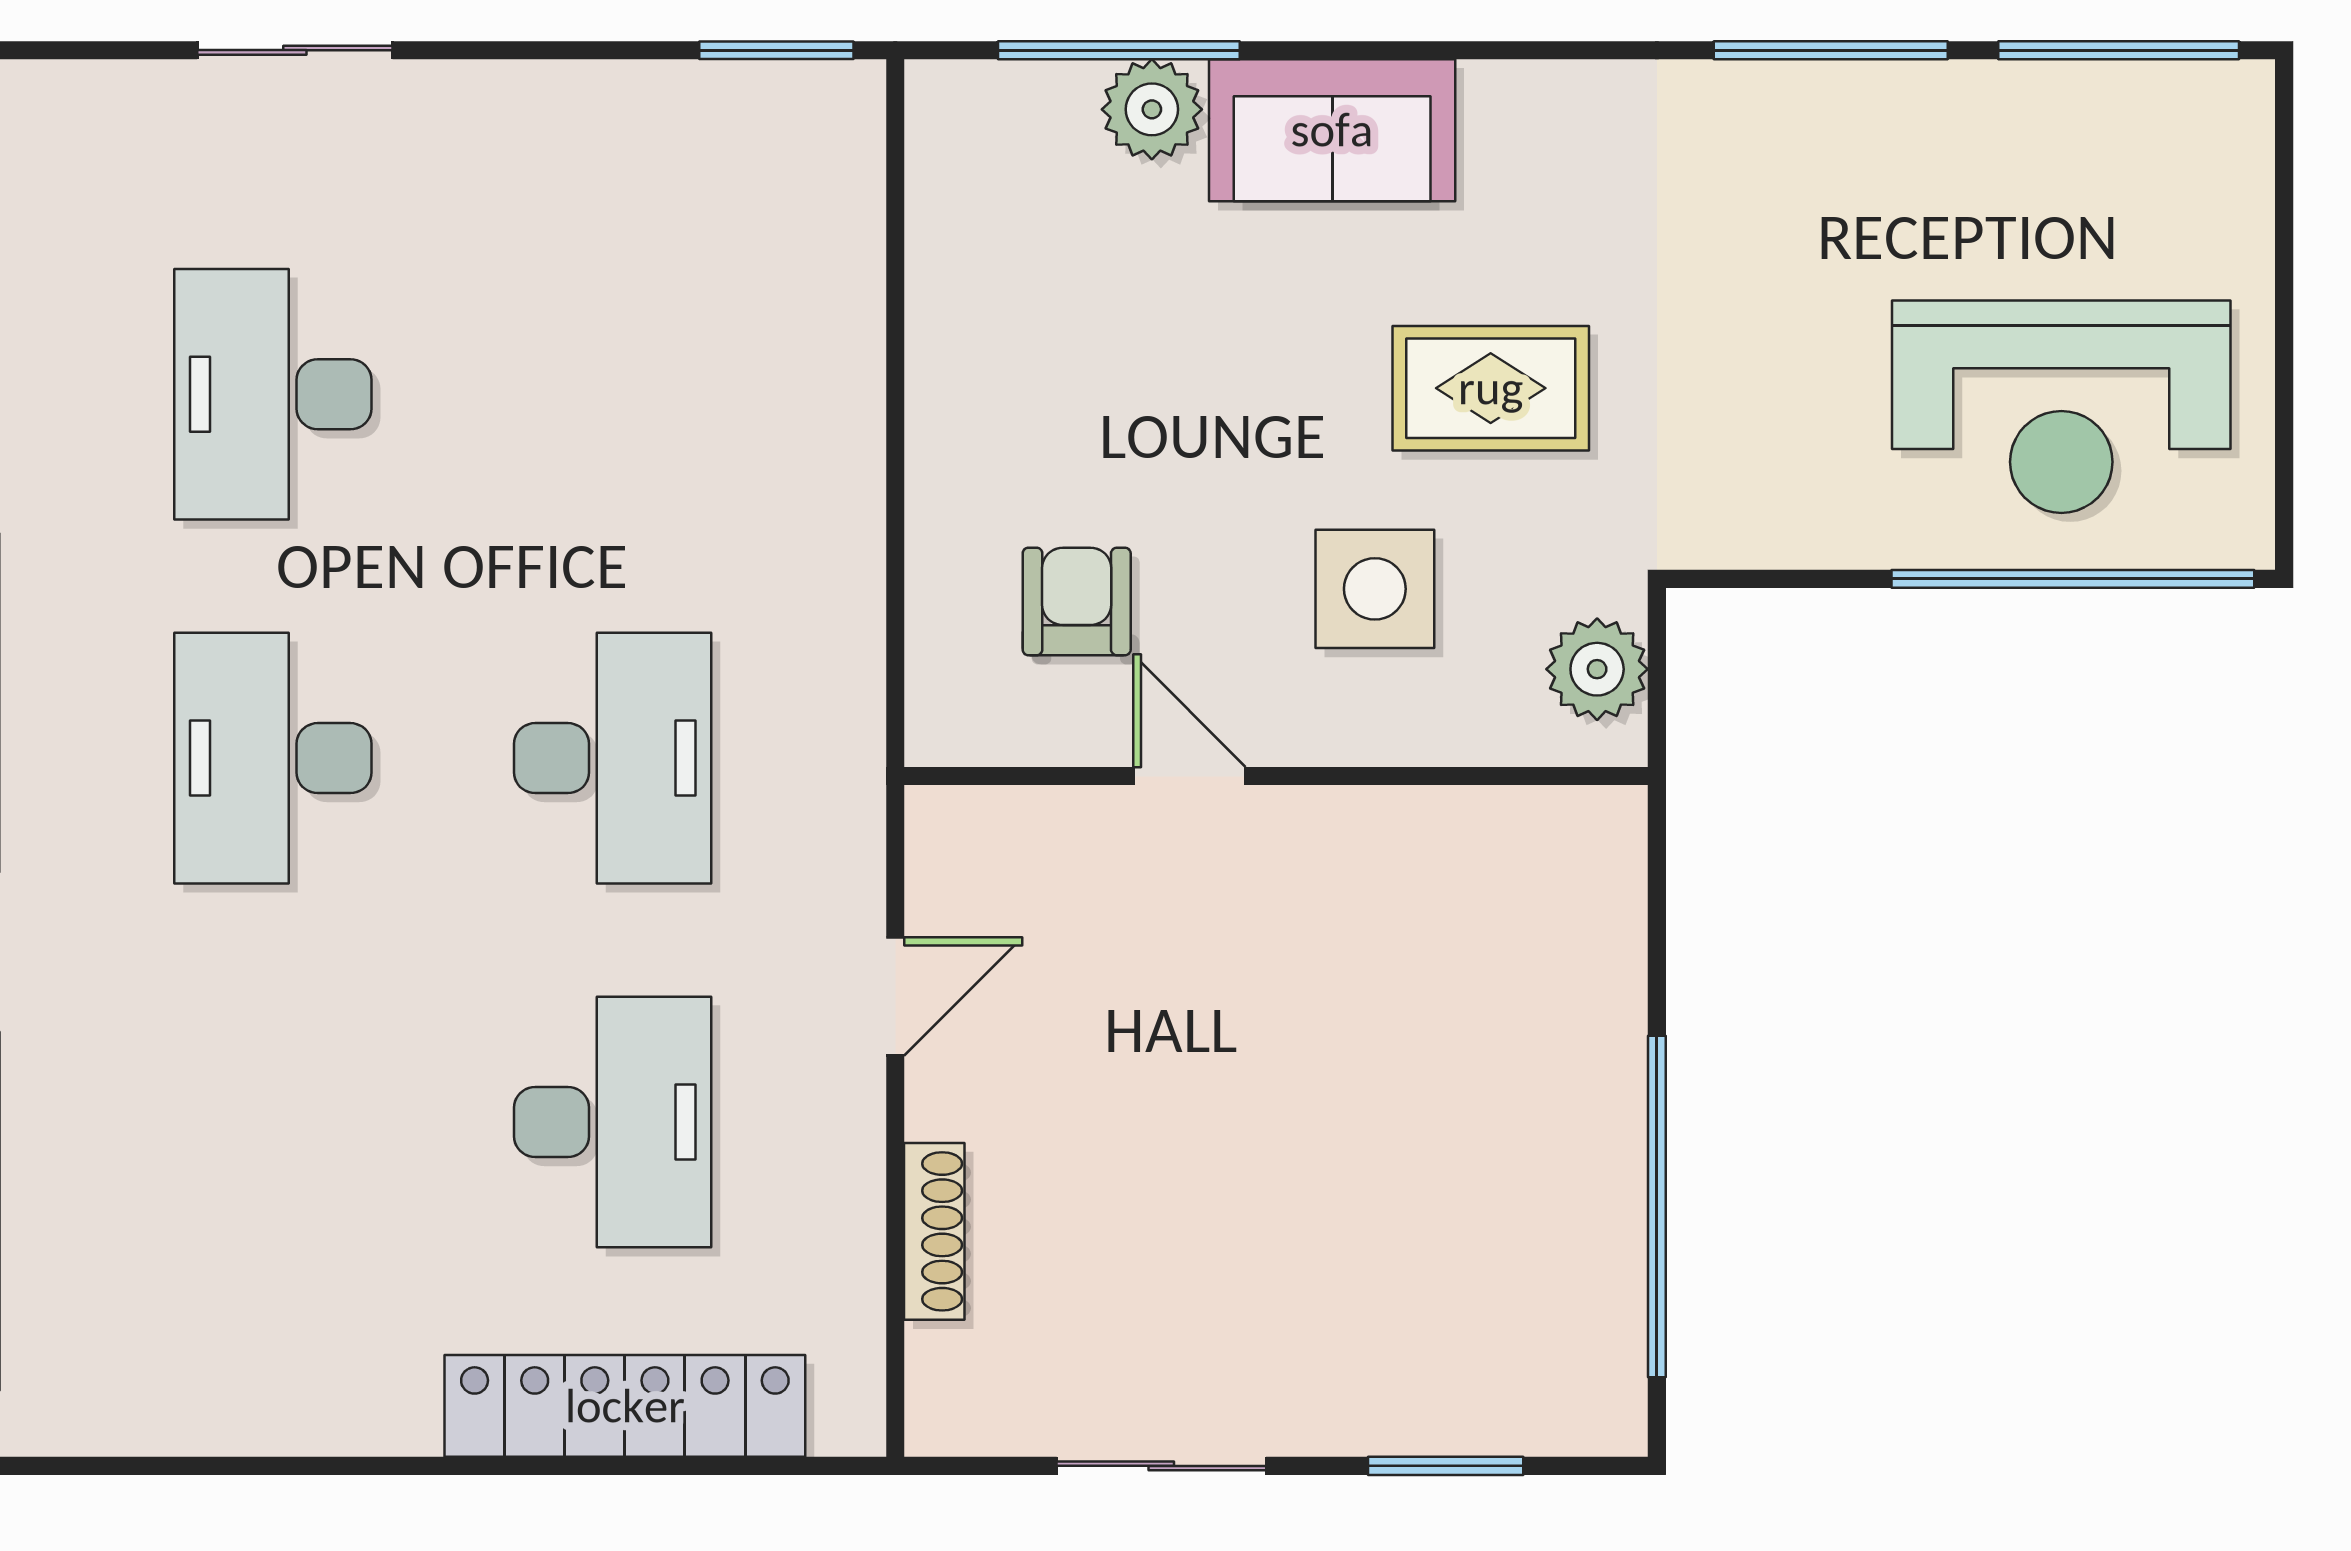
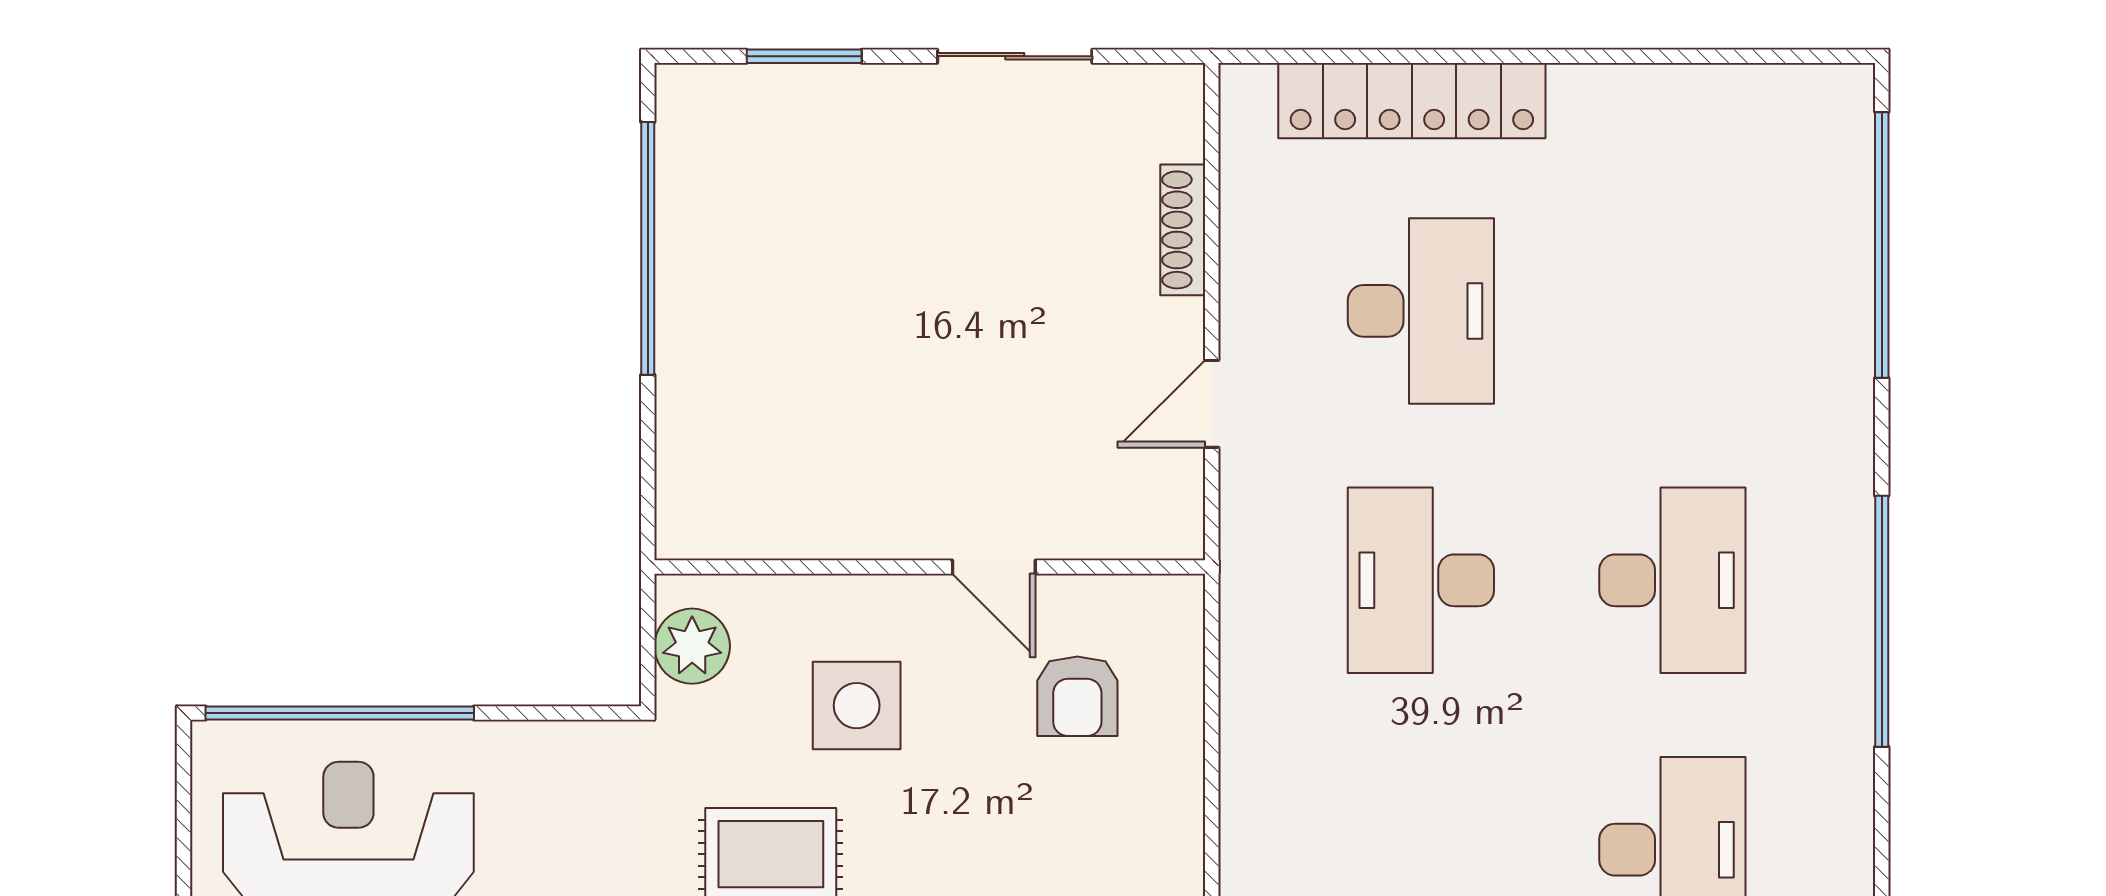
desk: (613, 1122) -> (1421, 311), turned 180

